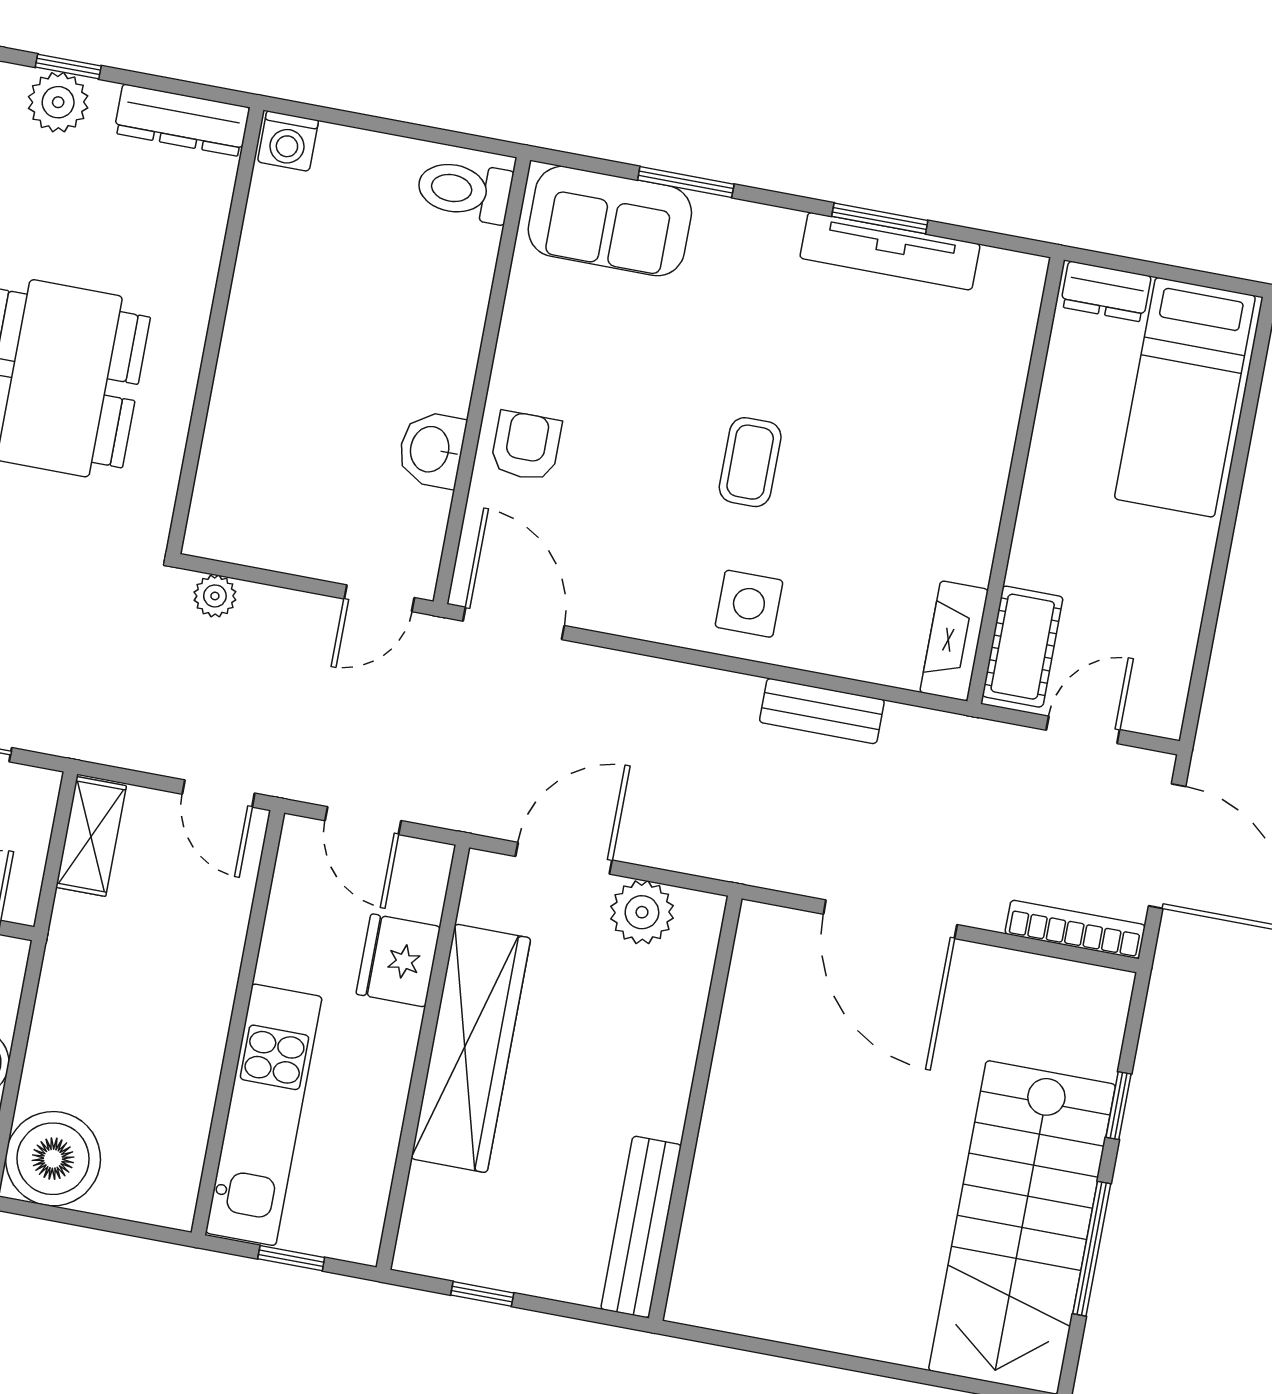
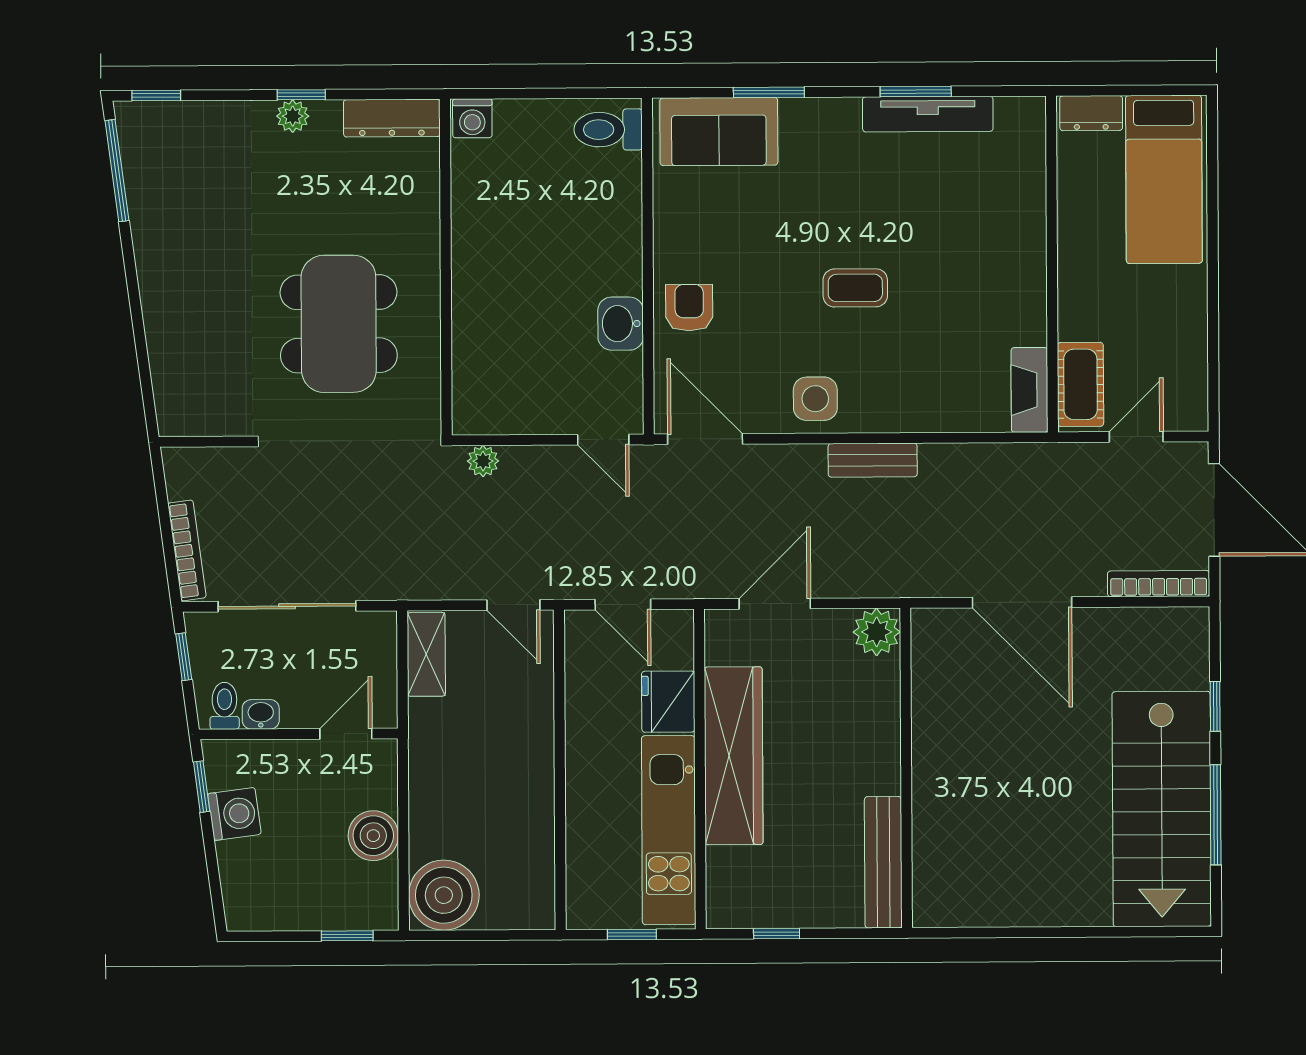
plant: (58, 102) -> (293, 116), width x0.73, depth x0.73
coffee table: (750, 462) -> (855, 288), turned 90
door: (379, 598) -> (603, 440), hinge flipped
side table: (749, 604) -> (815, 399), moved
bench: (822, 711) -> (873, 460), moved
plant: (642, 912) -> (877, 632), moved
kitchen unit: (264, 1115) -> (669, 830), moved, turned 180

